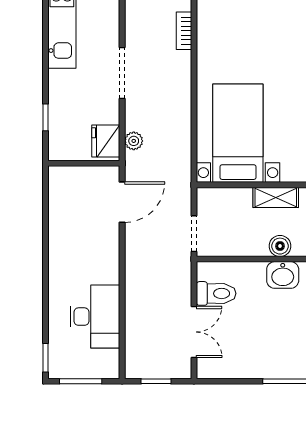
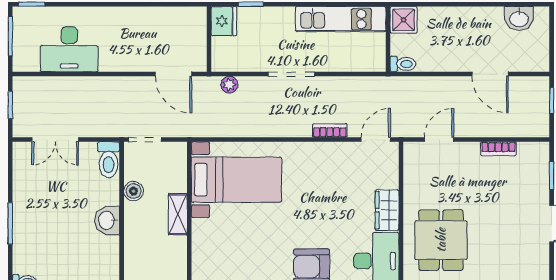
fridge: (106, 141) -> (224, 21), moved, turned 90
boiler: (280, 246) -> (134, 191), moved
toilet: (216, 293) -> (109, 160), moved

